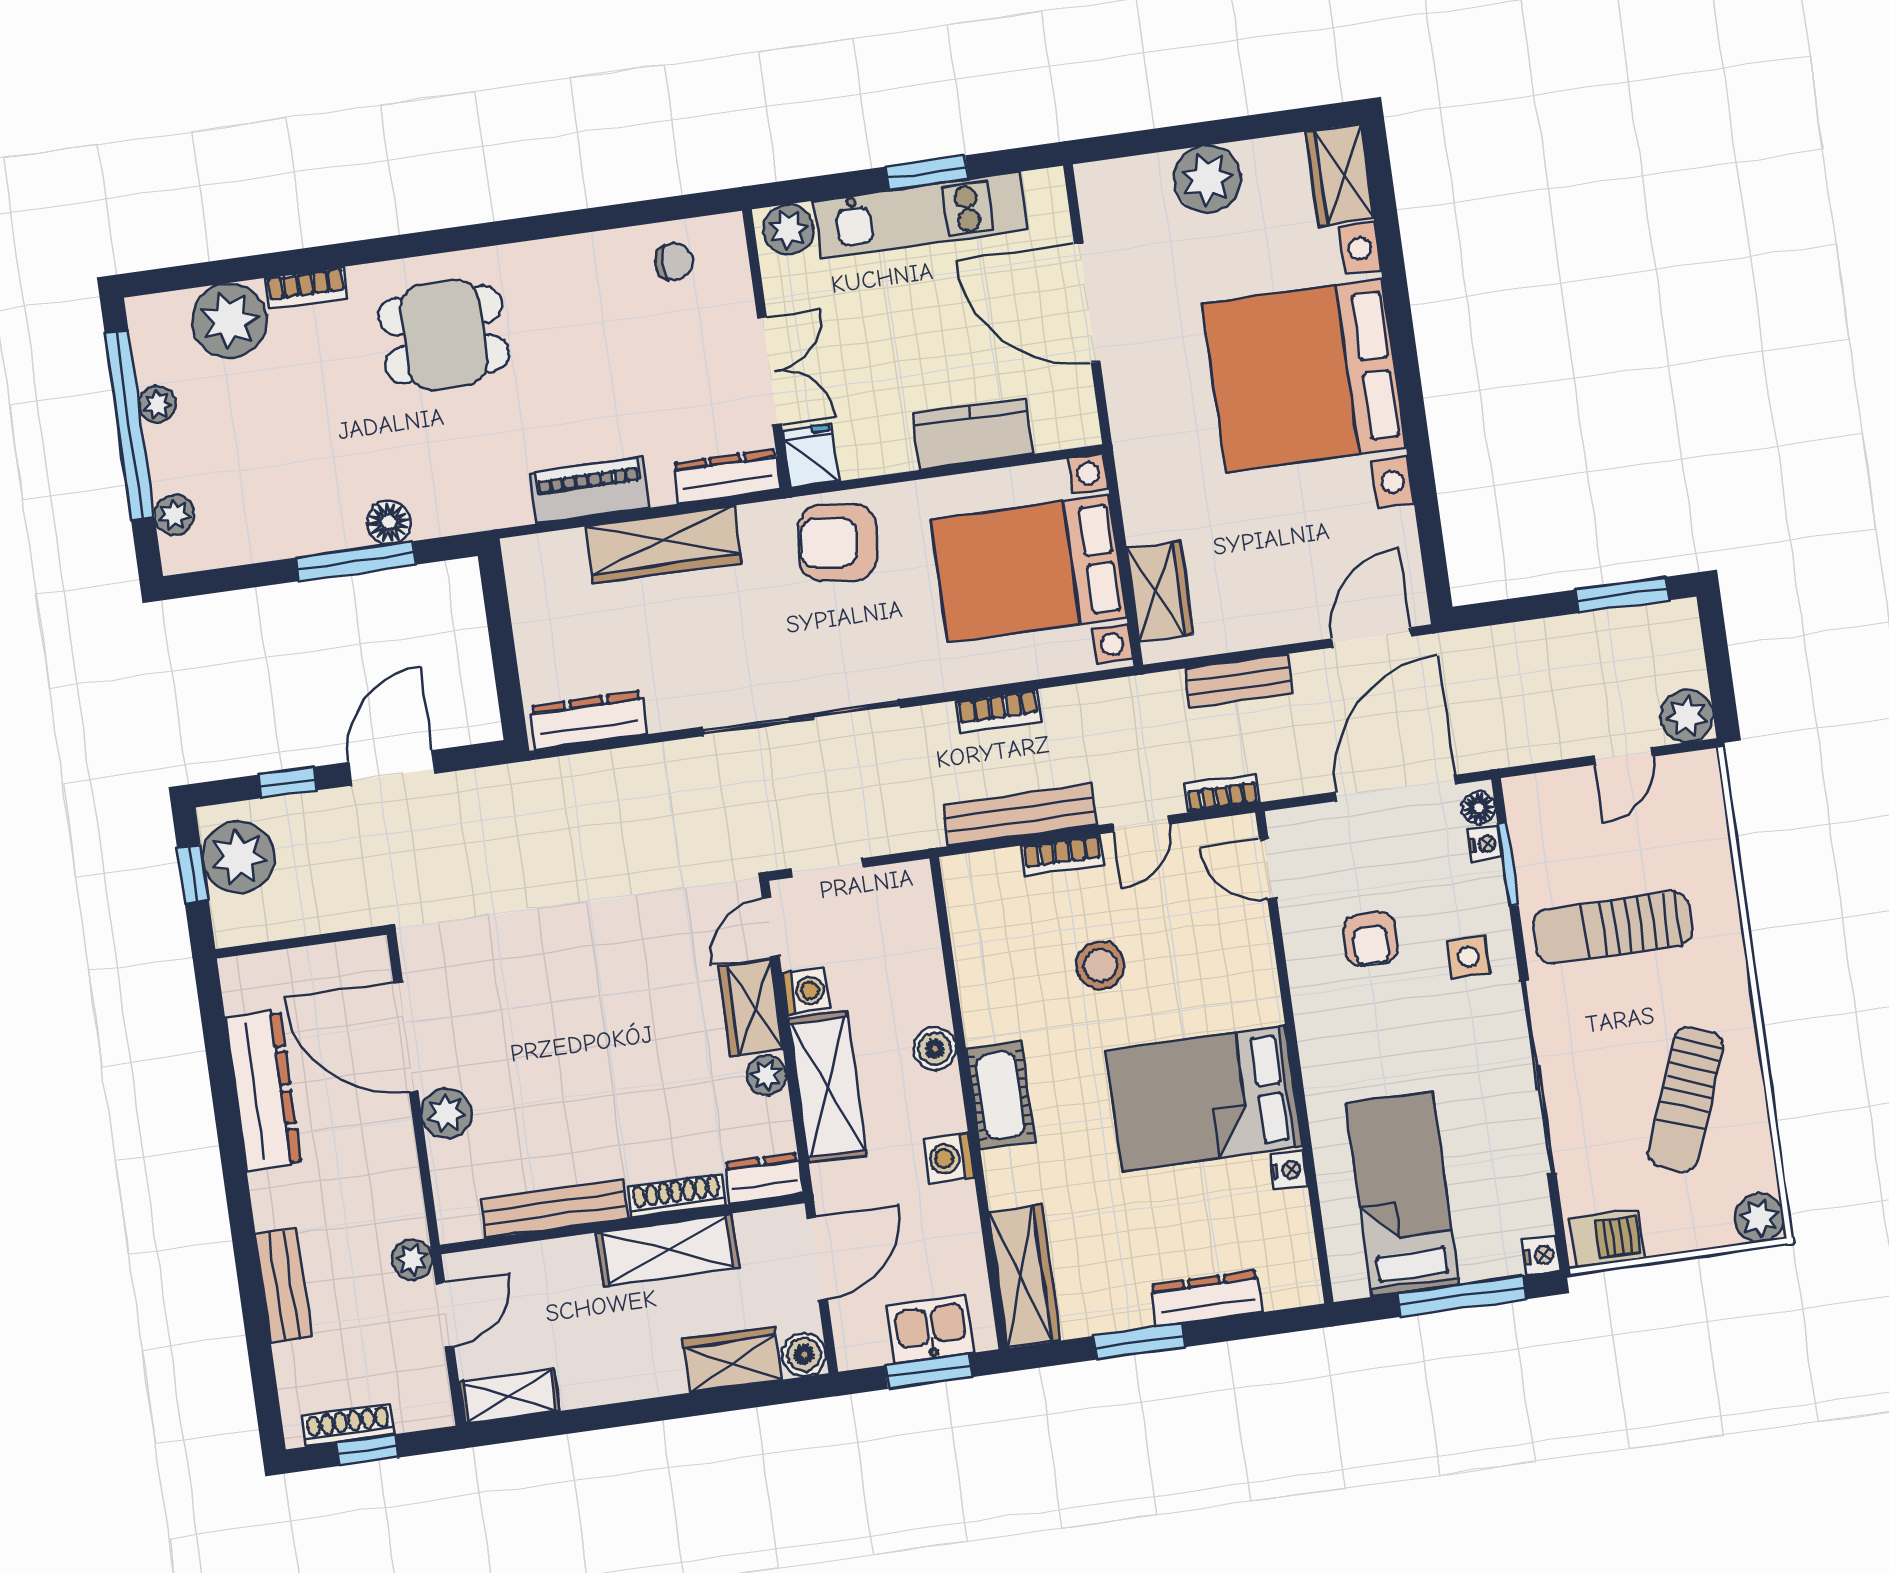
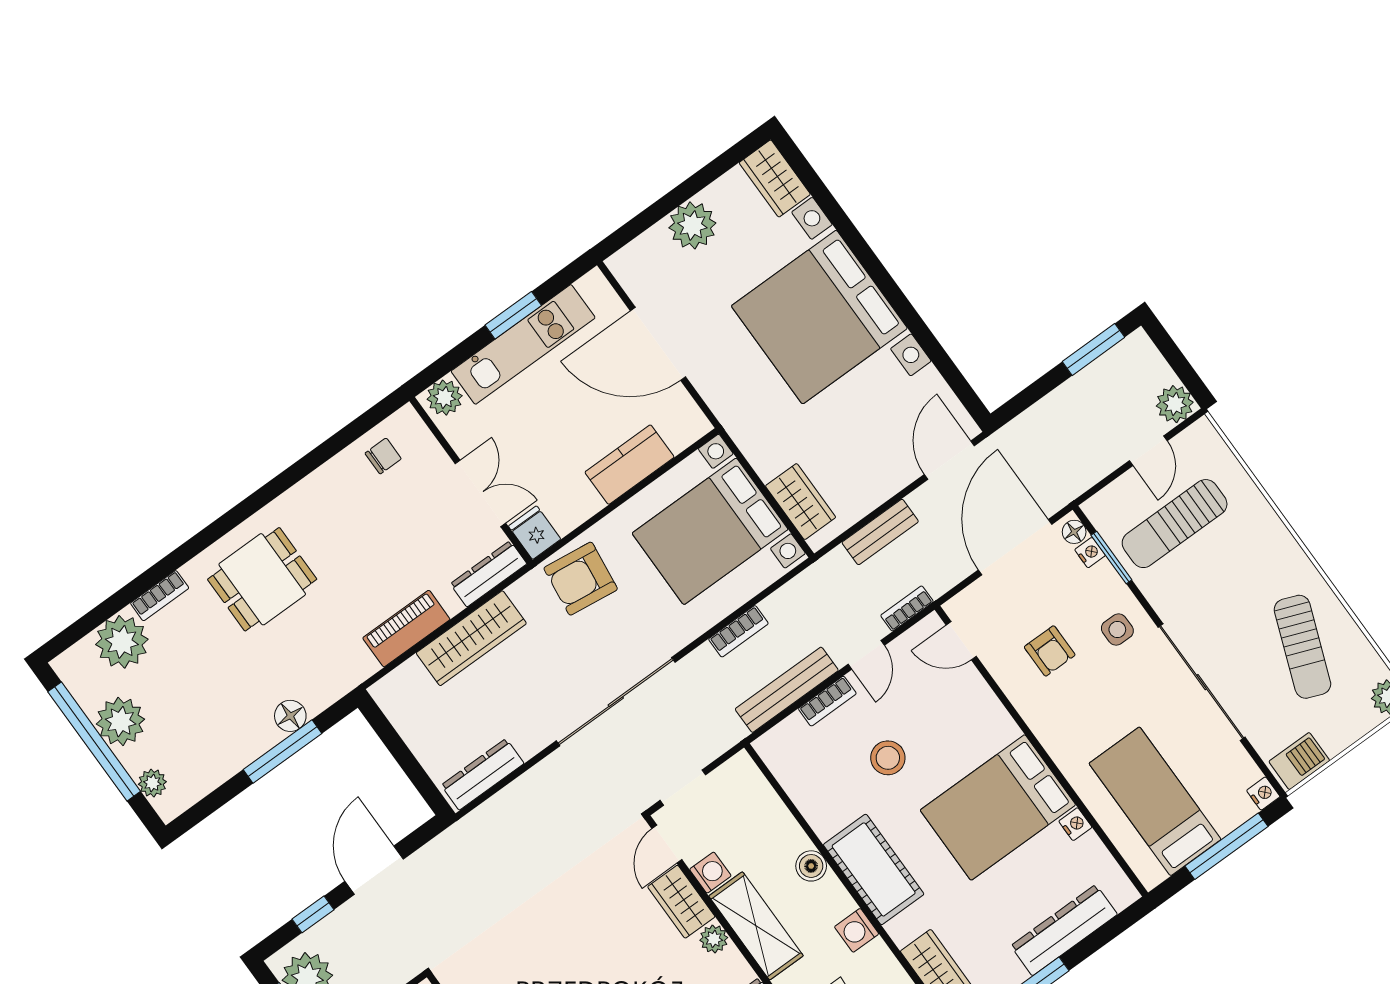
plant: (157, 404) -> (121, 722), width x1.88, depth x1.88
sun lounger: (1613, 928) -> (1175, 524), moved
cot: (1000, 1095) -> (874, 869), width x1.37, depth x1.34
dresser: (1206, 1299) -> (1064, 930), width x1.37, depth x1.24

